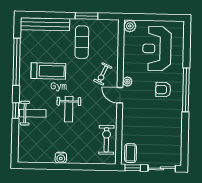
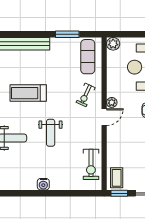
exercise mat: (82, 42) -> (88, 57), moved
treadmill: (48, 71) -> (28, 93), turned 180
door: (120, 95) -> (104, 117), swing flipped
exercise bike: (106, 140) -> (91, 164), turned 180

